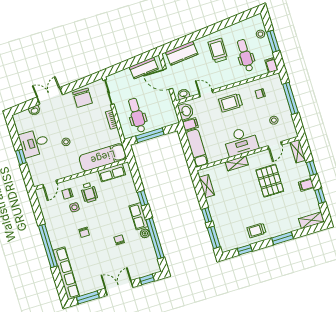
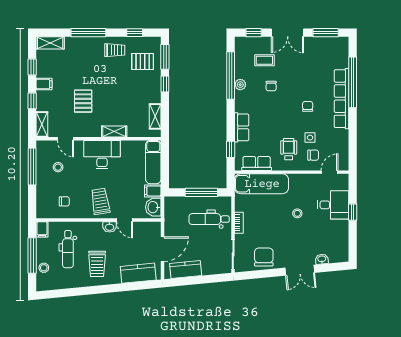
window: (273, 41) -> (32, 256), width x1.44
door: (168, 79) -> (162, 249), hinge flipped
washbasin: (184, 94) -> (110, 227), moved
window: (290, 98) -> (32, 167), moved
trolley: (231, 103) -> (100, 201), turned -99
dental chair: (137, 115) -> (209, 219), turned 90
desk: (34, 143) -> (333, 205), moved
door: (275, 145) -> (65, 139), swing flipped
pallet: (270, 181) -> (83, 101), width x0.67, depth x0.71
window: (143, 198) -> (231, 149), moved
row of seats: (138, 216) -> (242, 127), moved
pallet: (231, 228) -> (143, 61), added
window: (282, 238) -> (88, 33), width x1.44
window: (48, 246) -> (353, 82), moved
coffee table: (131, 259) -> (264, 60), added
row of seats: (66, 273) -> (341, 99), moved

